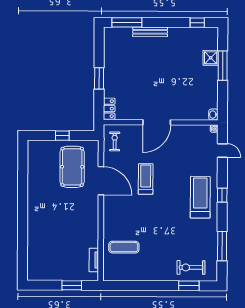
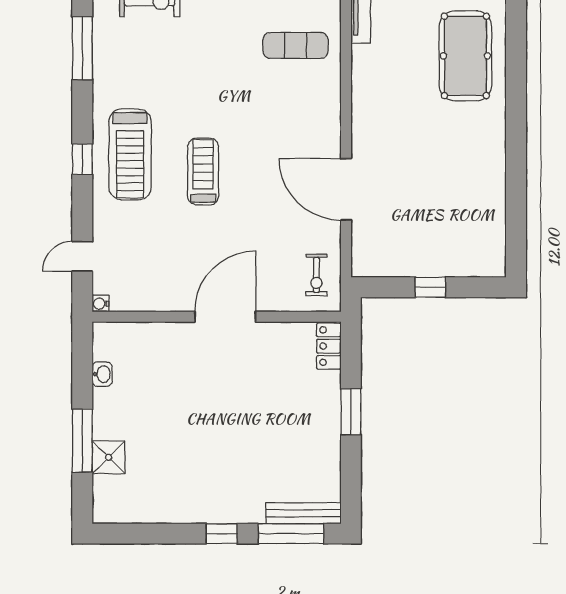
window: (197, 23) -> (222, 534), moved
bench: (150, 32) -> (303, 513), moved
washbasin: (213, 115) -> (102, 374), moved
door: (222, 150) -> (82, 256), hinge flipped
pool table: (72, 167) -> (465, 56), moved
treadmill: (146, 179) -> (203, 172), moved, turned 180

